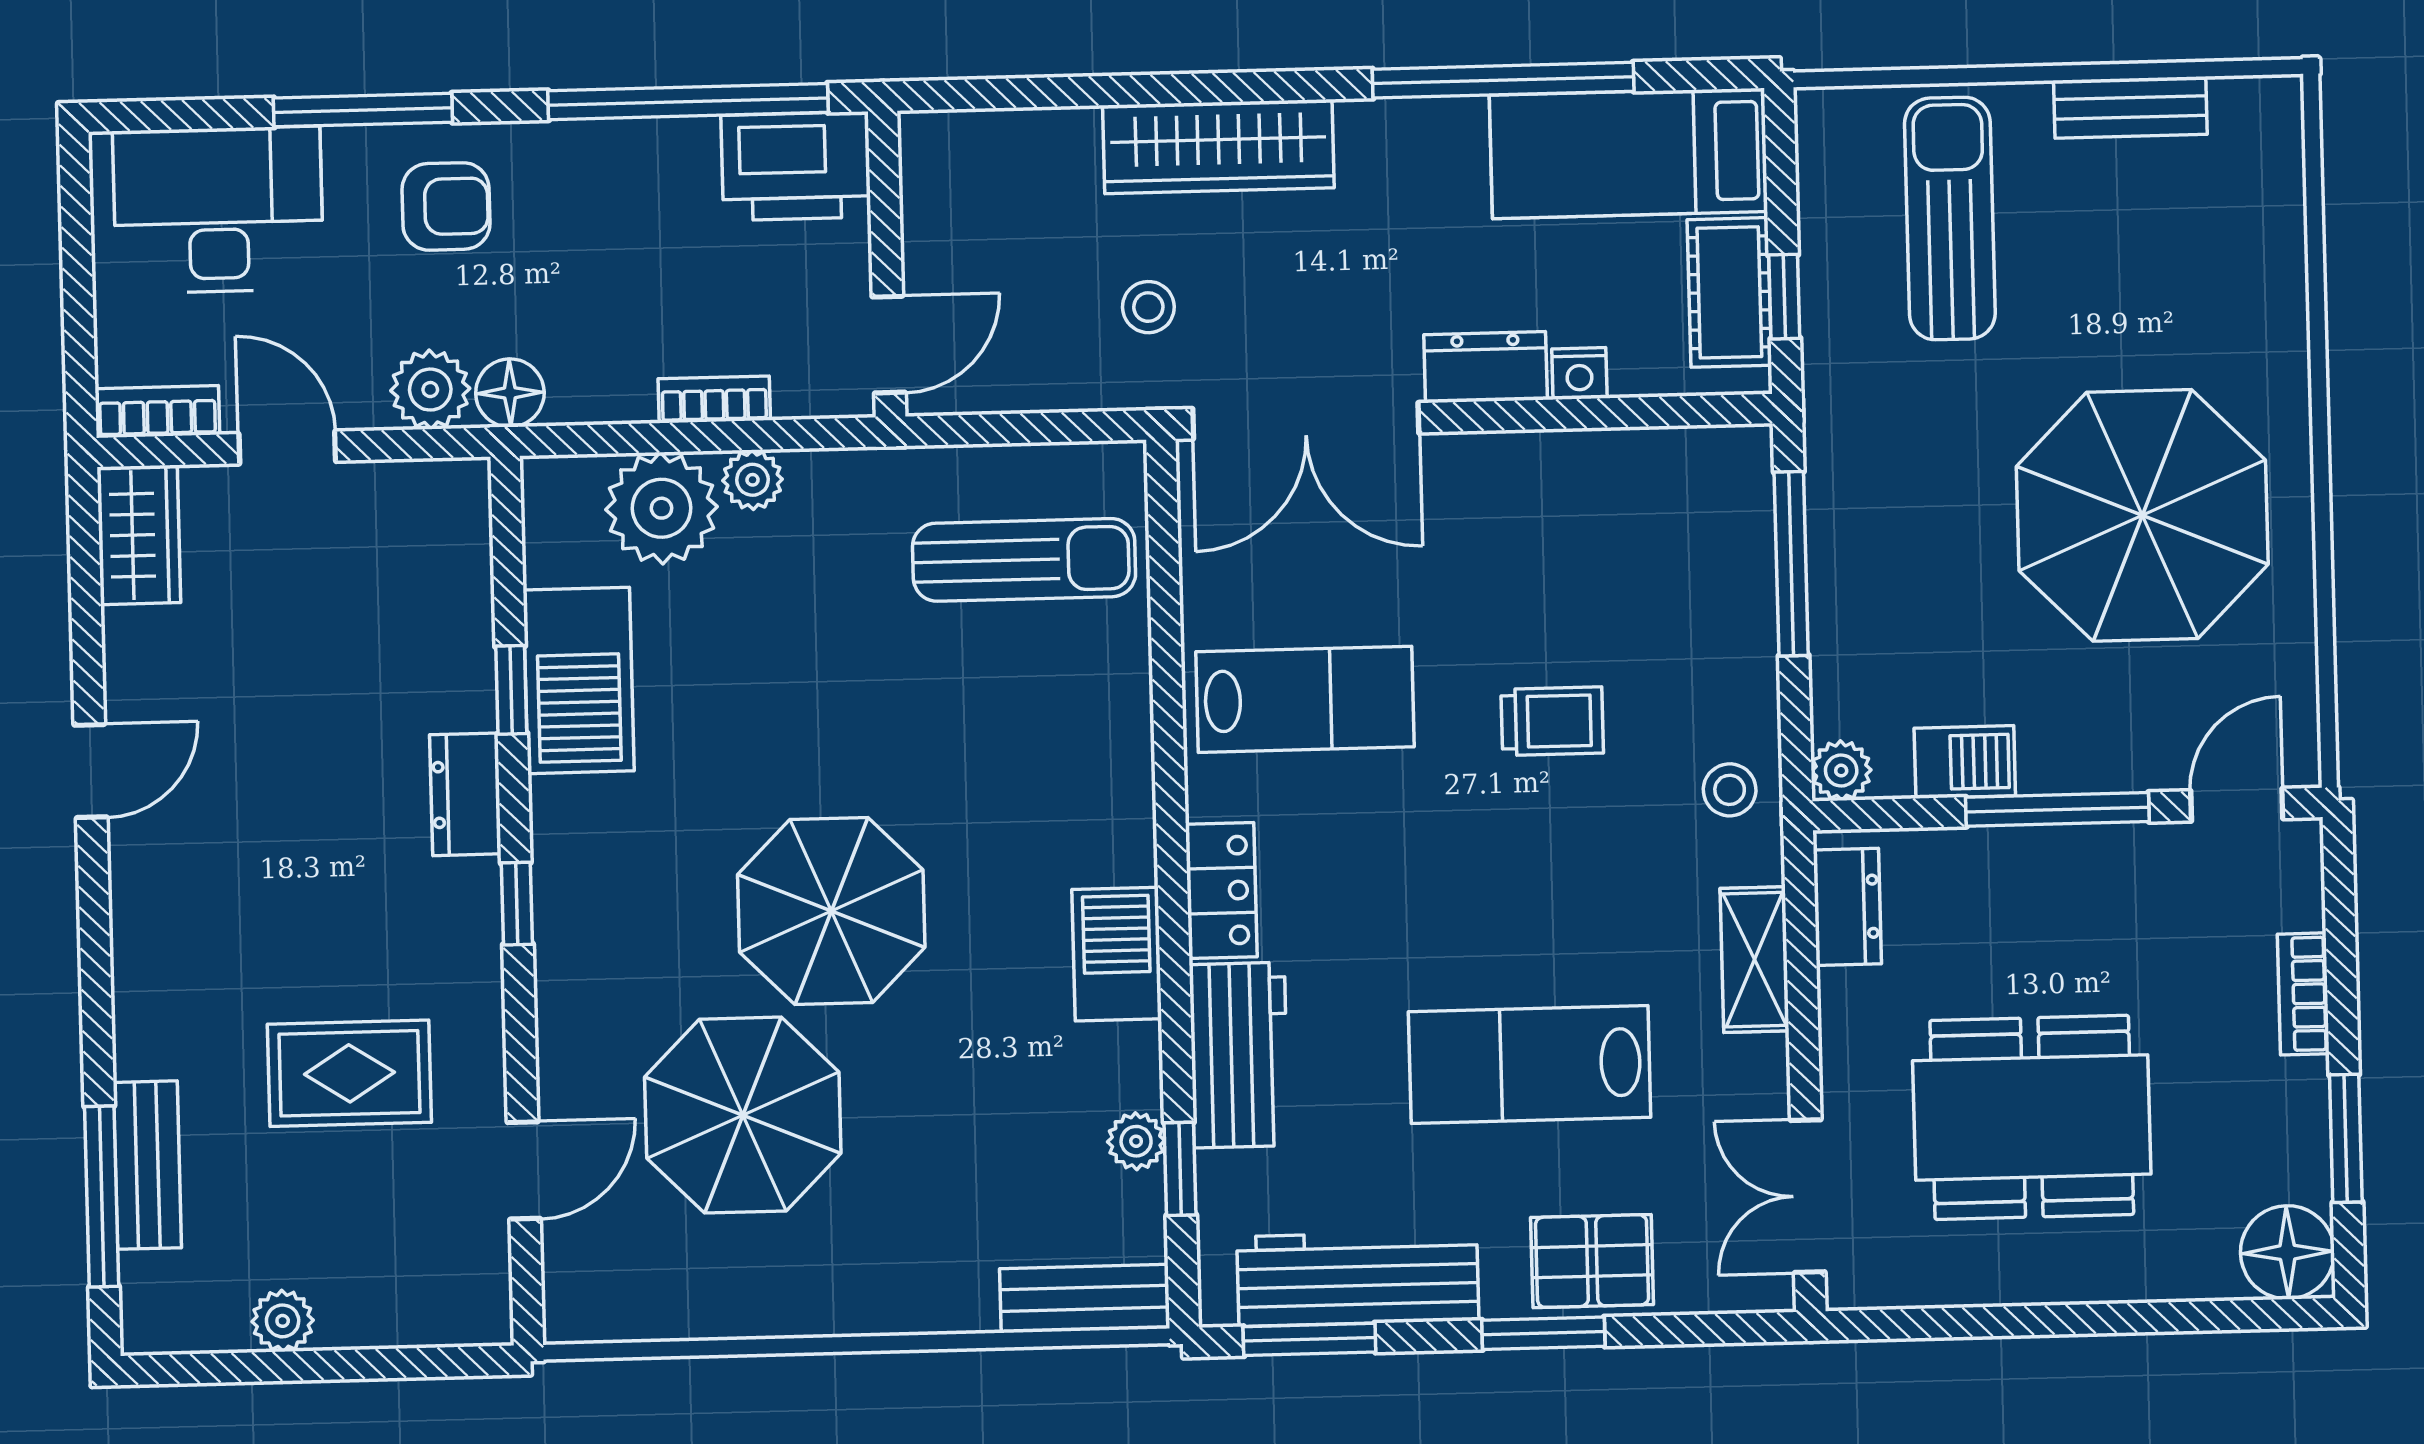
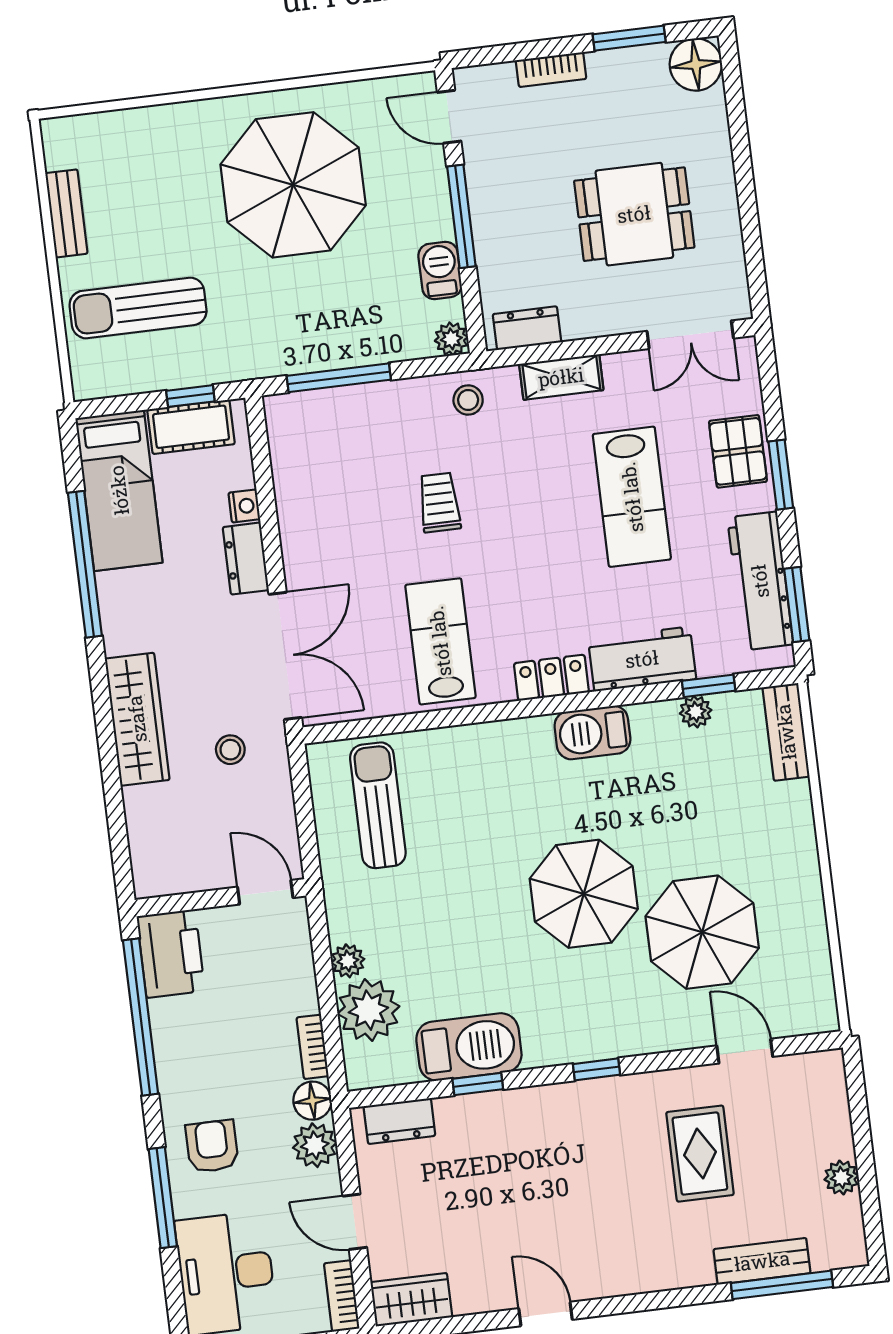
bookcase: (714, 399) -> (313, 1047), moved
door: (287, 447) -> (355, 1222), hinge flipped
dresser: (465, 794) -> (399, 1121), moved
dining table: (2032, 1117) -> (634, 214), width x0.73

